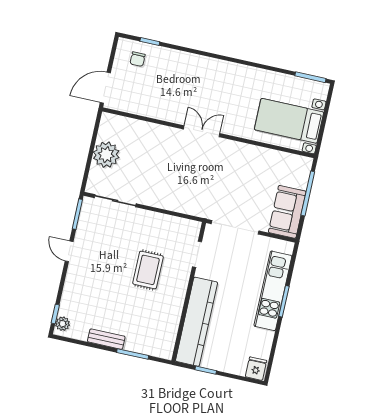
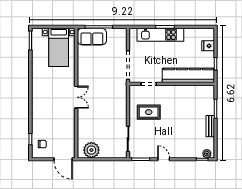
double door: (202, 131) -> (76, 97), swing flipped
plant: (106, 155) -> (91, 150), moved
sofa: (287, 212) -> (92, 37), moved
door: (69, 251) -> (164, 159), swing flipped
rug: (148, 270) -> (149, 112), moved
fridge: (256, 369) -> (208, 46), moved

